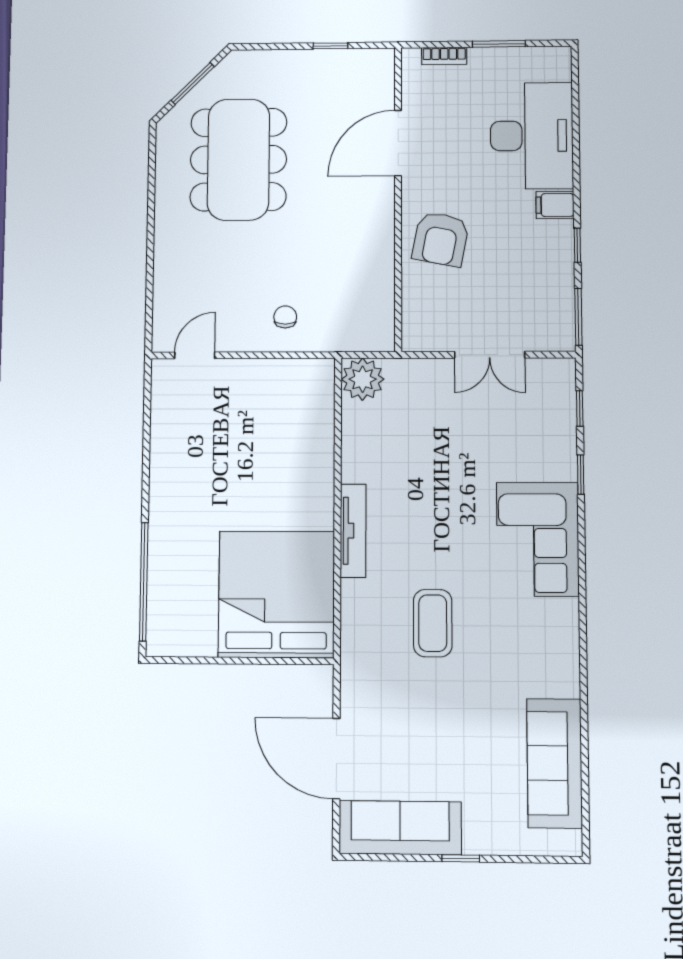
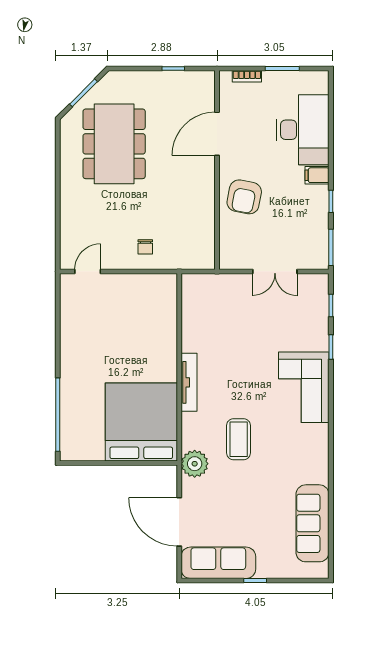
chair: (285, 317) -> (145, 247), turned 180
plant: (363, 379) -> (195, 464), moved

